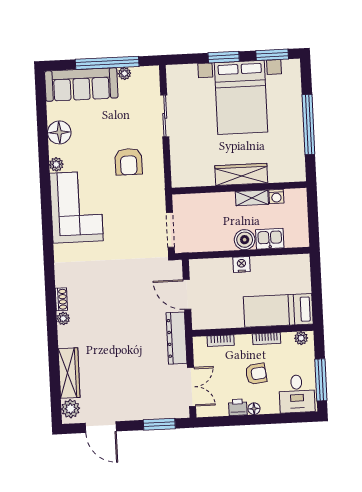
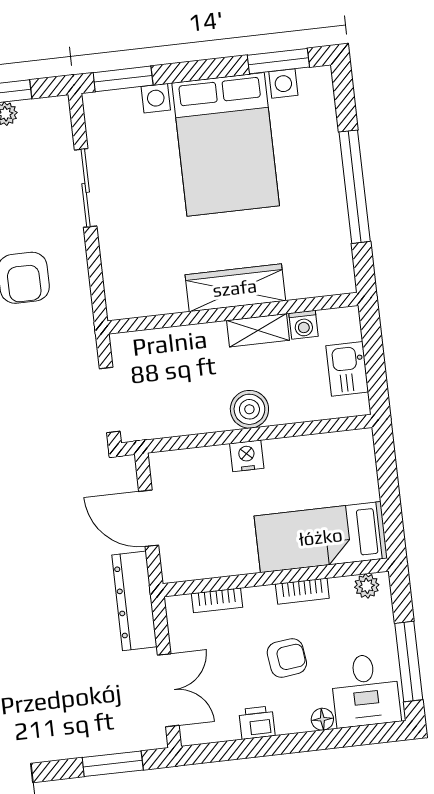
window: (224, 57) -> (123, 79), moved
kitchen sink: (270, 239) -> (347, 369), moved, turned -90
floor lamp: (254, 409) -> (322, 719), moved

